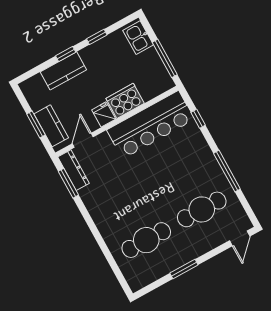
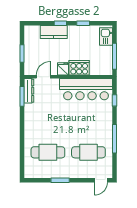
kitchen counter: (51, 126) -> (30, 59), removed

